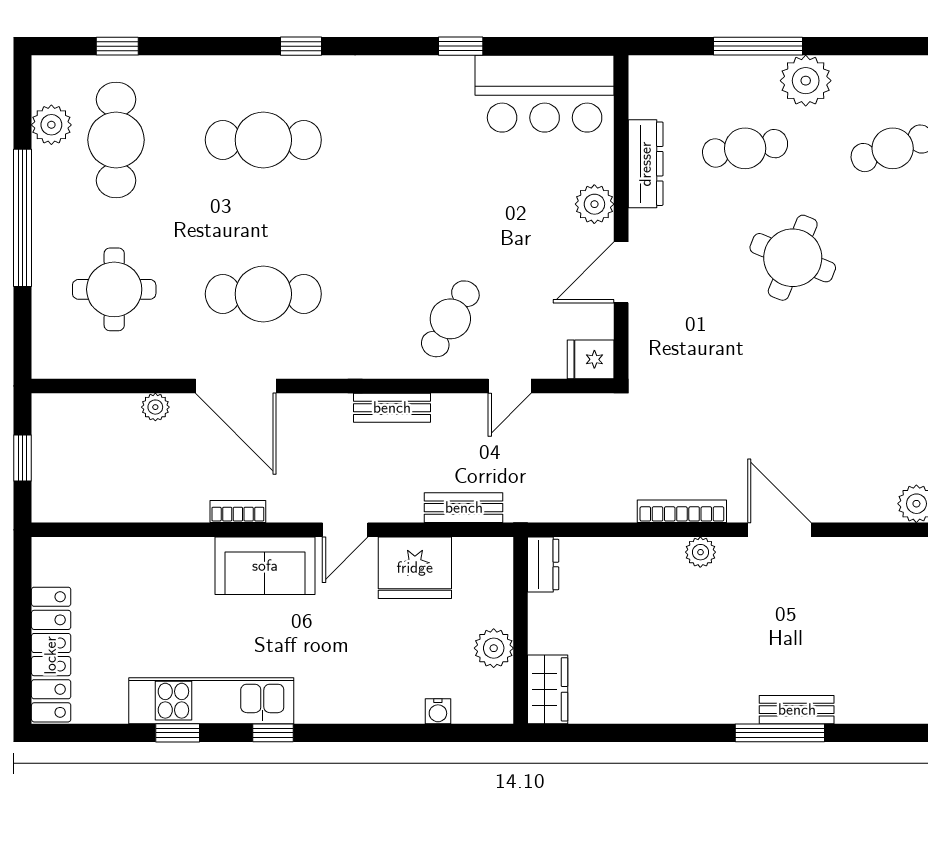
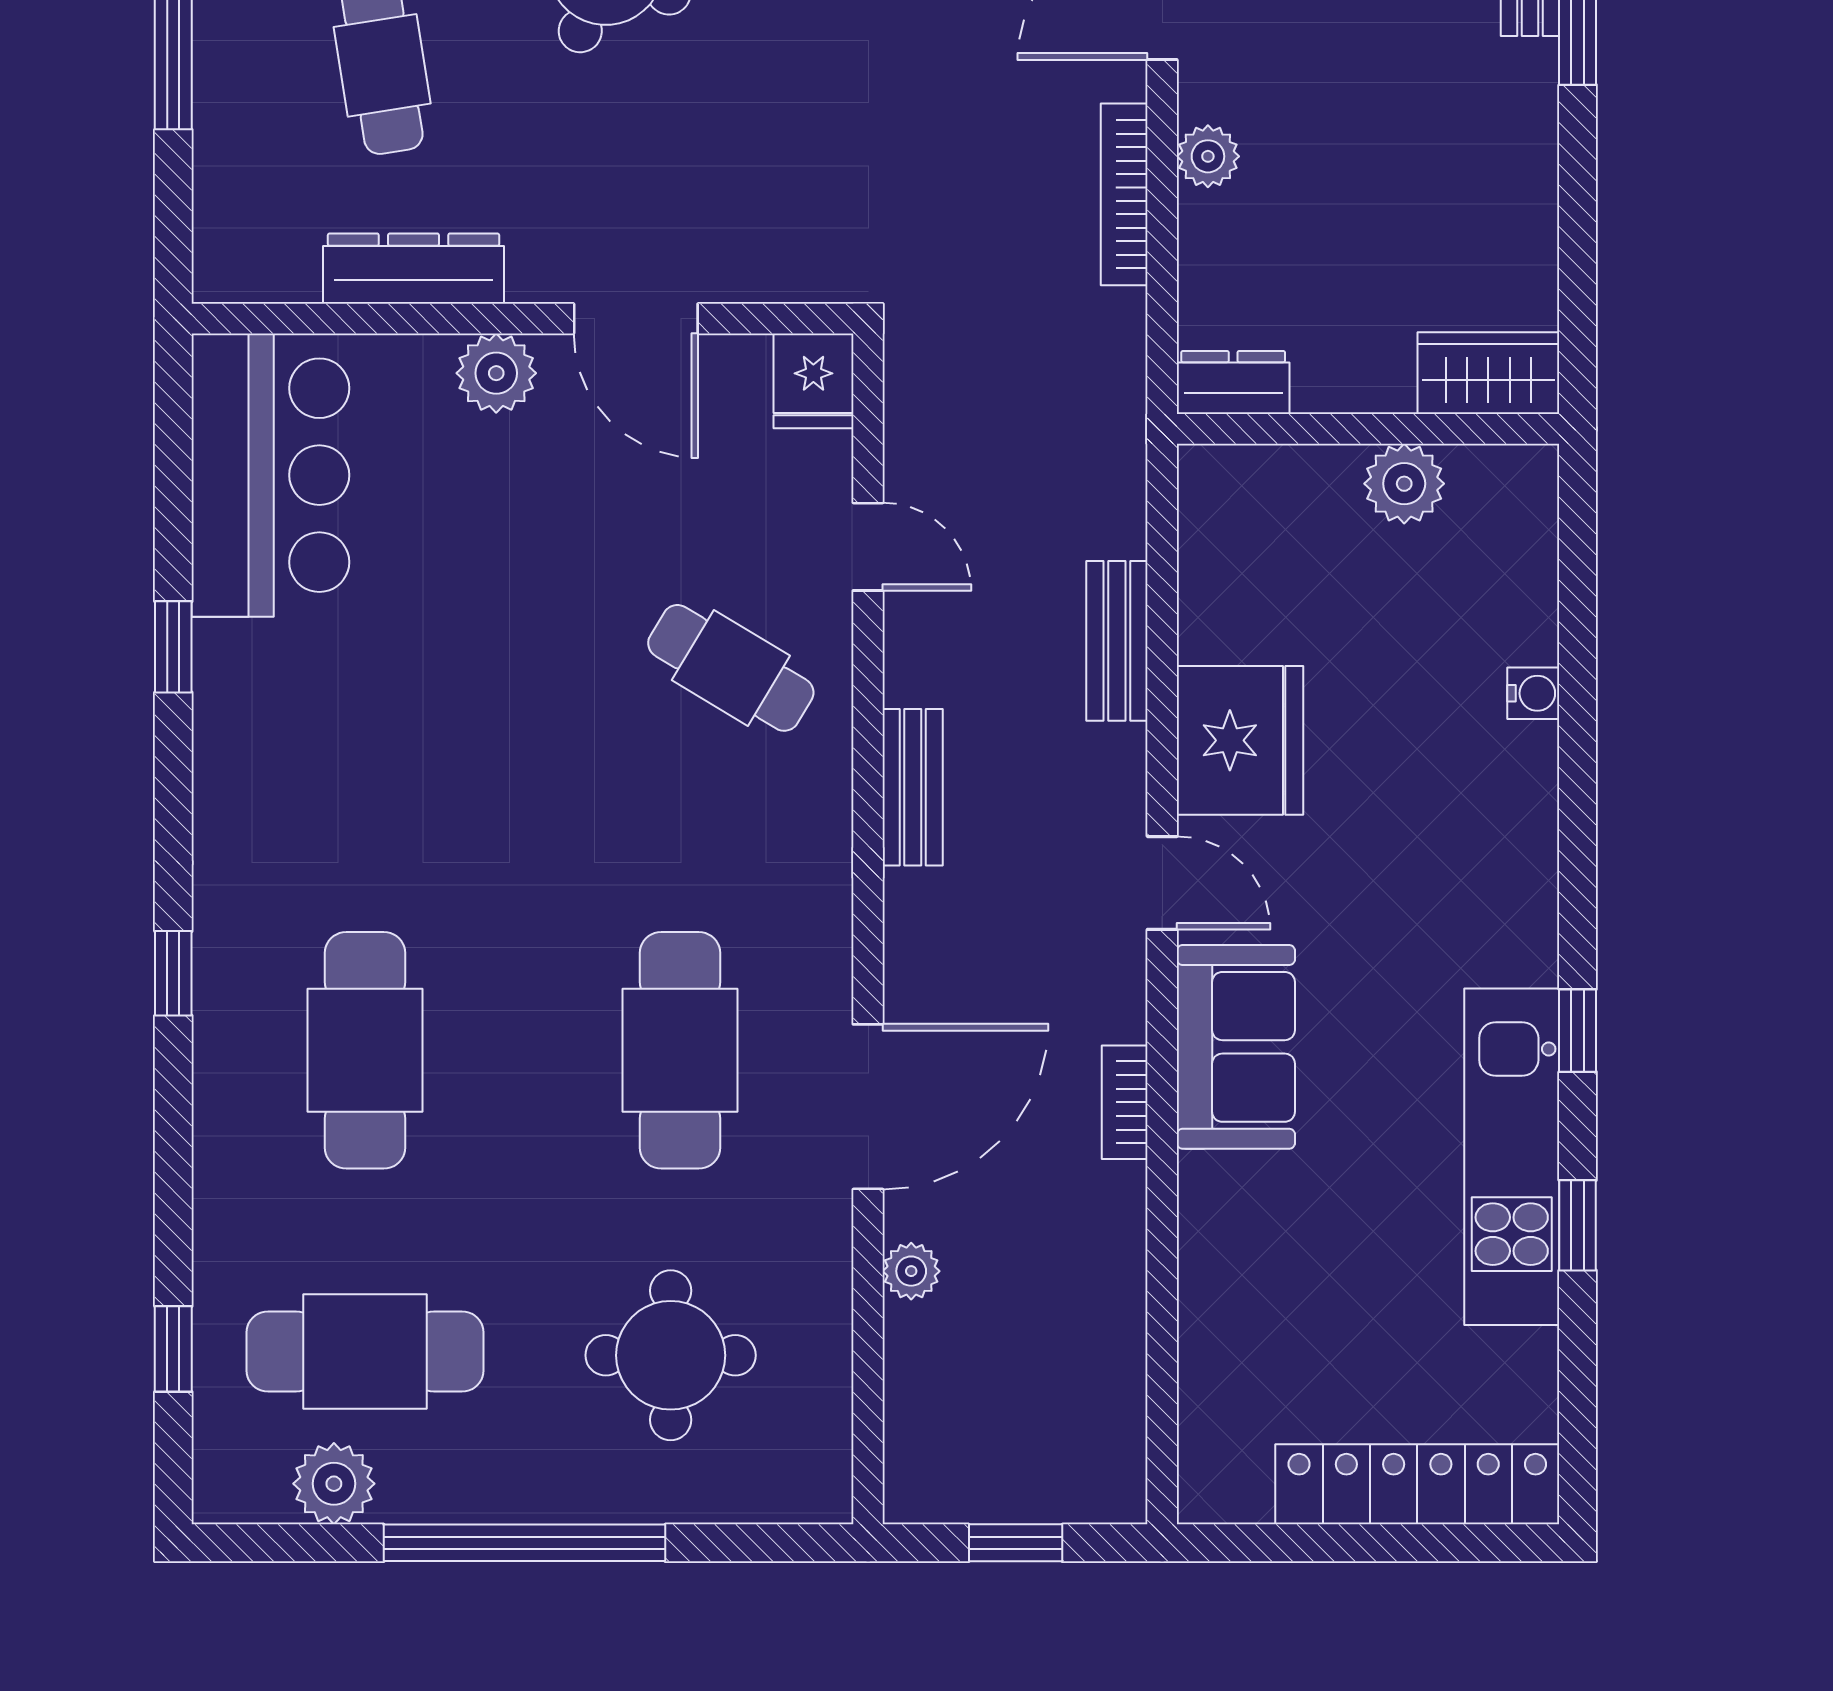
dresser: (543, 564) -> (1233, 383), moved
wall: (520, 630) -> (1368, 429), moved
plant: (494, 648) -> (1404, 484), moved
wardrobe: (548, 689) -> (1488, 373), moved

